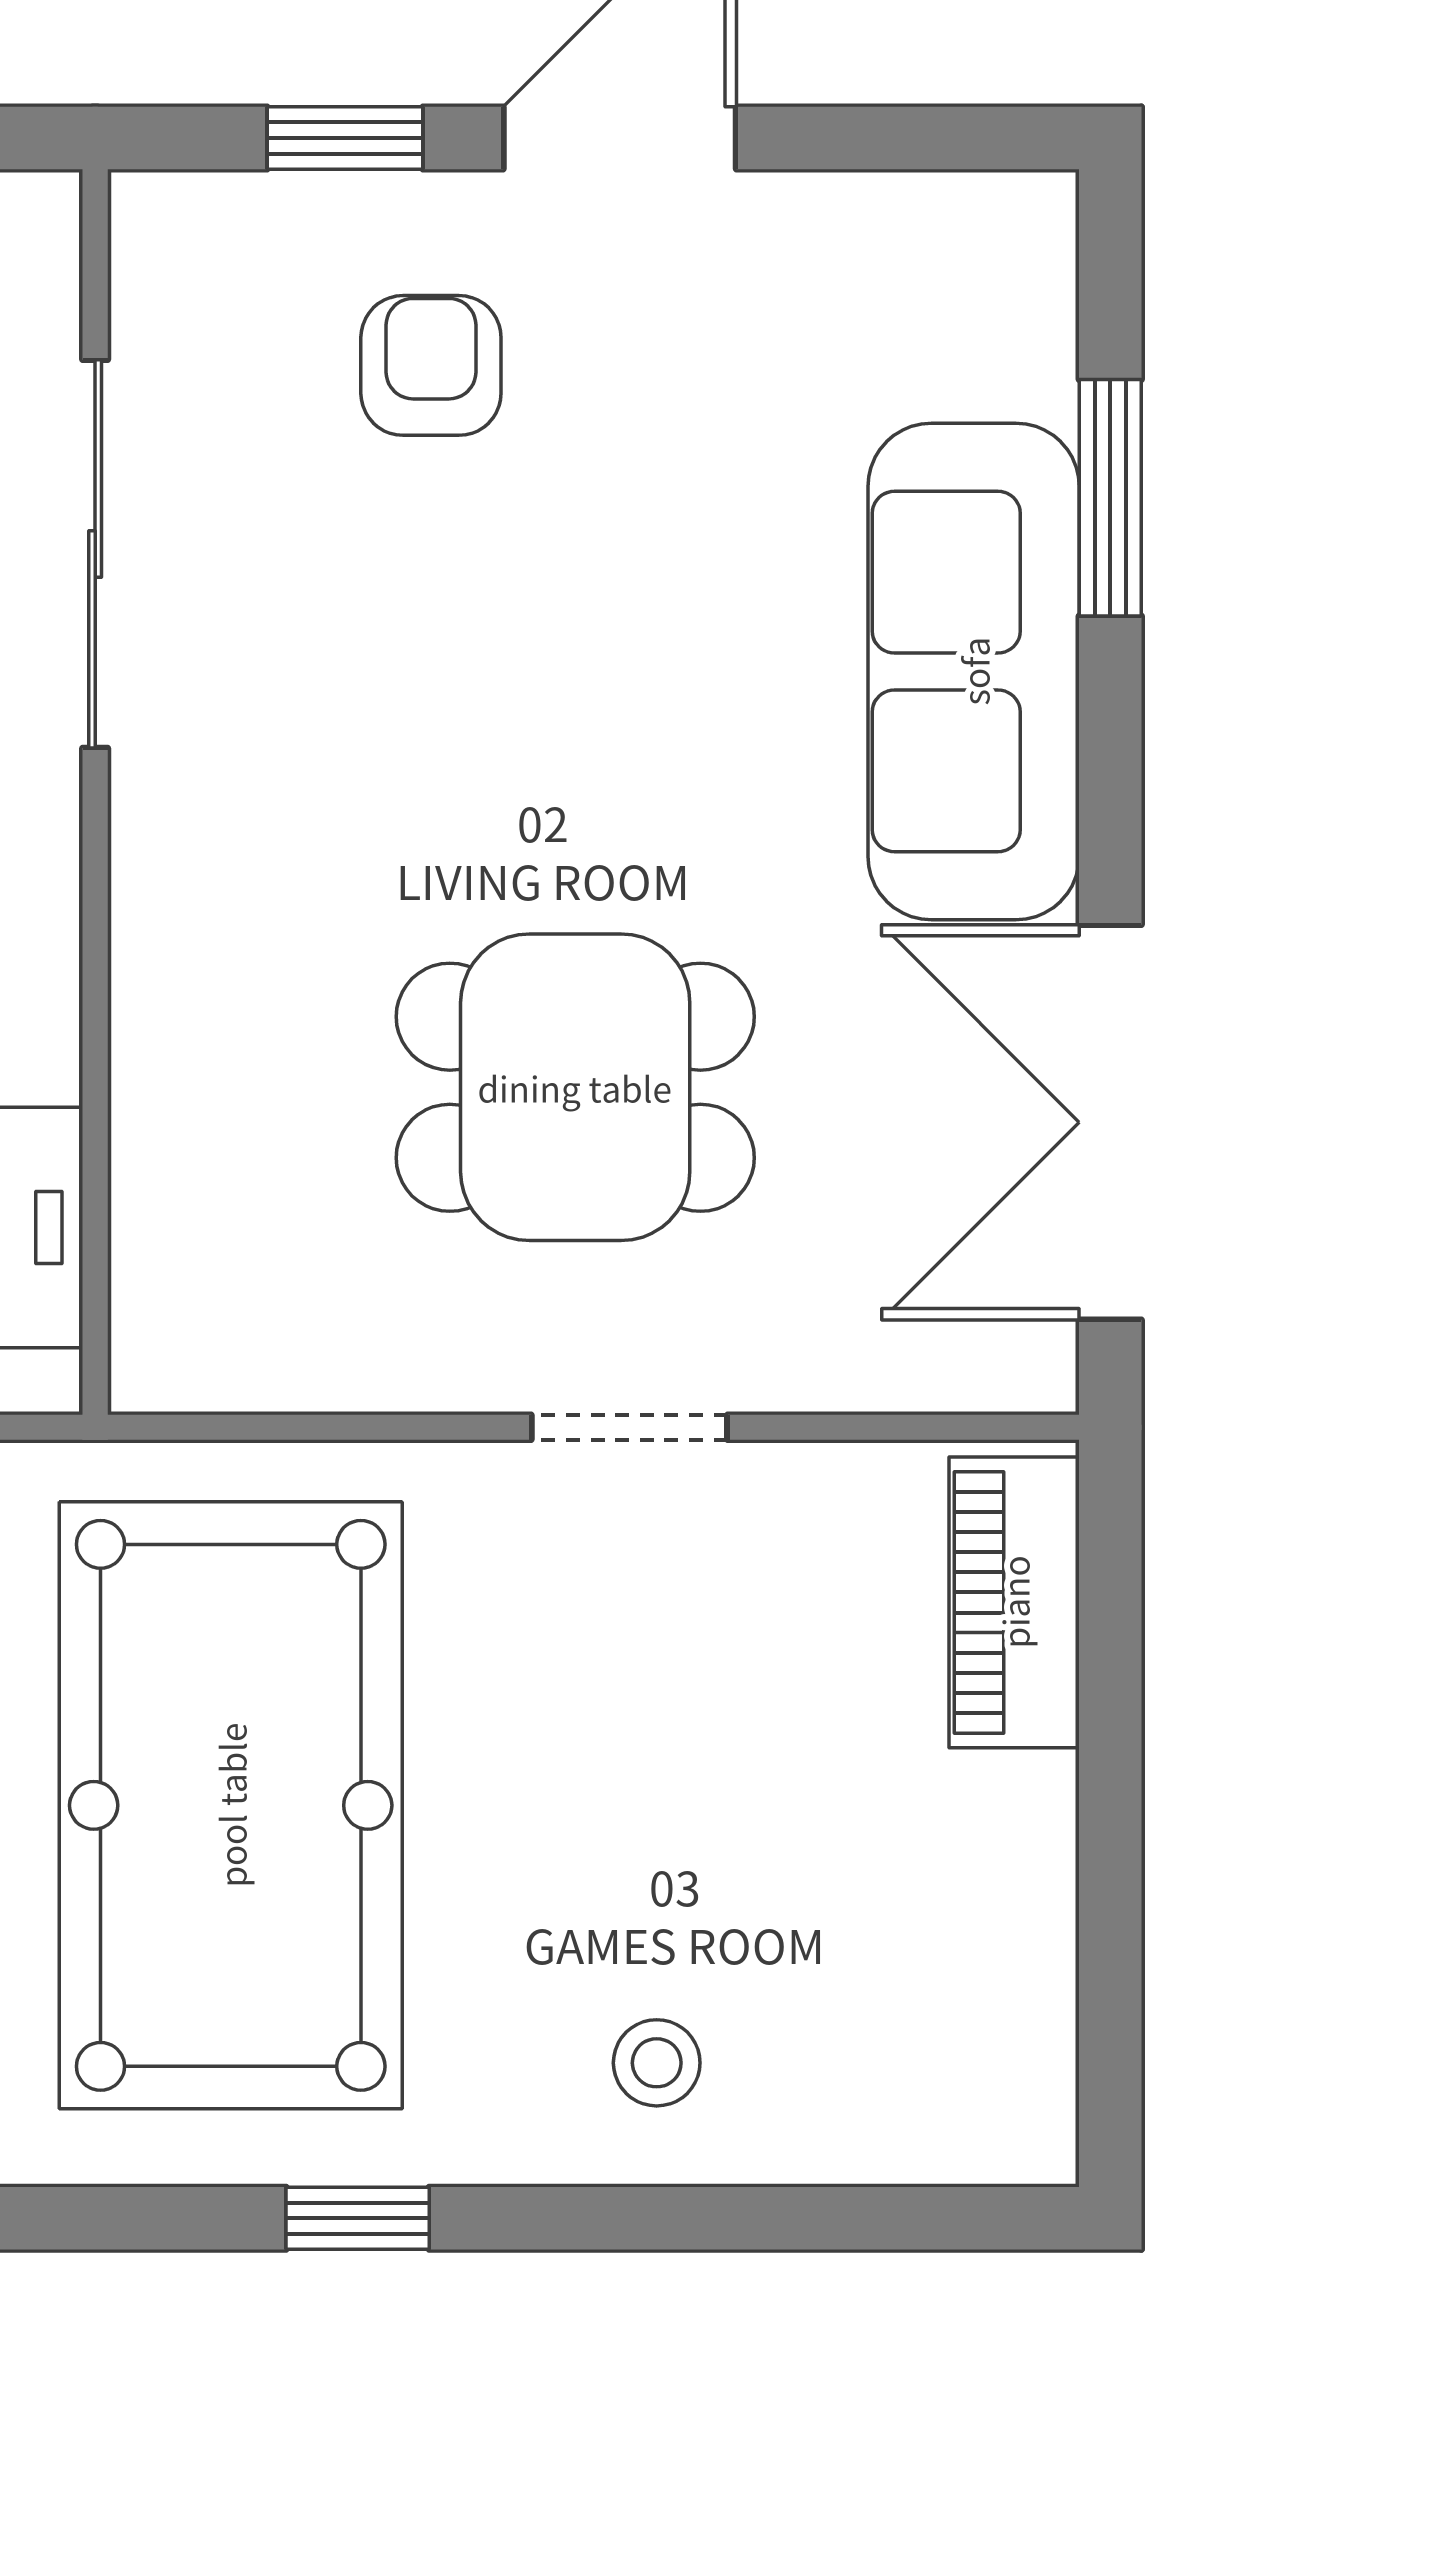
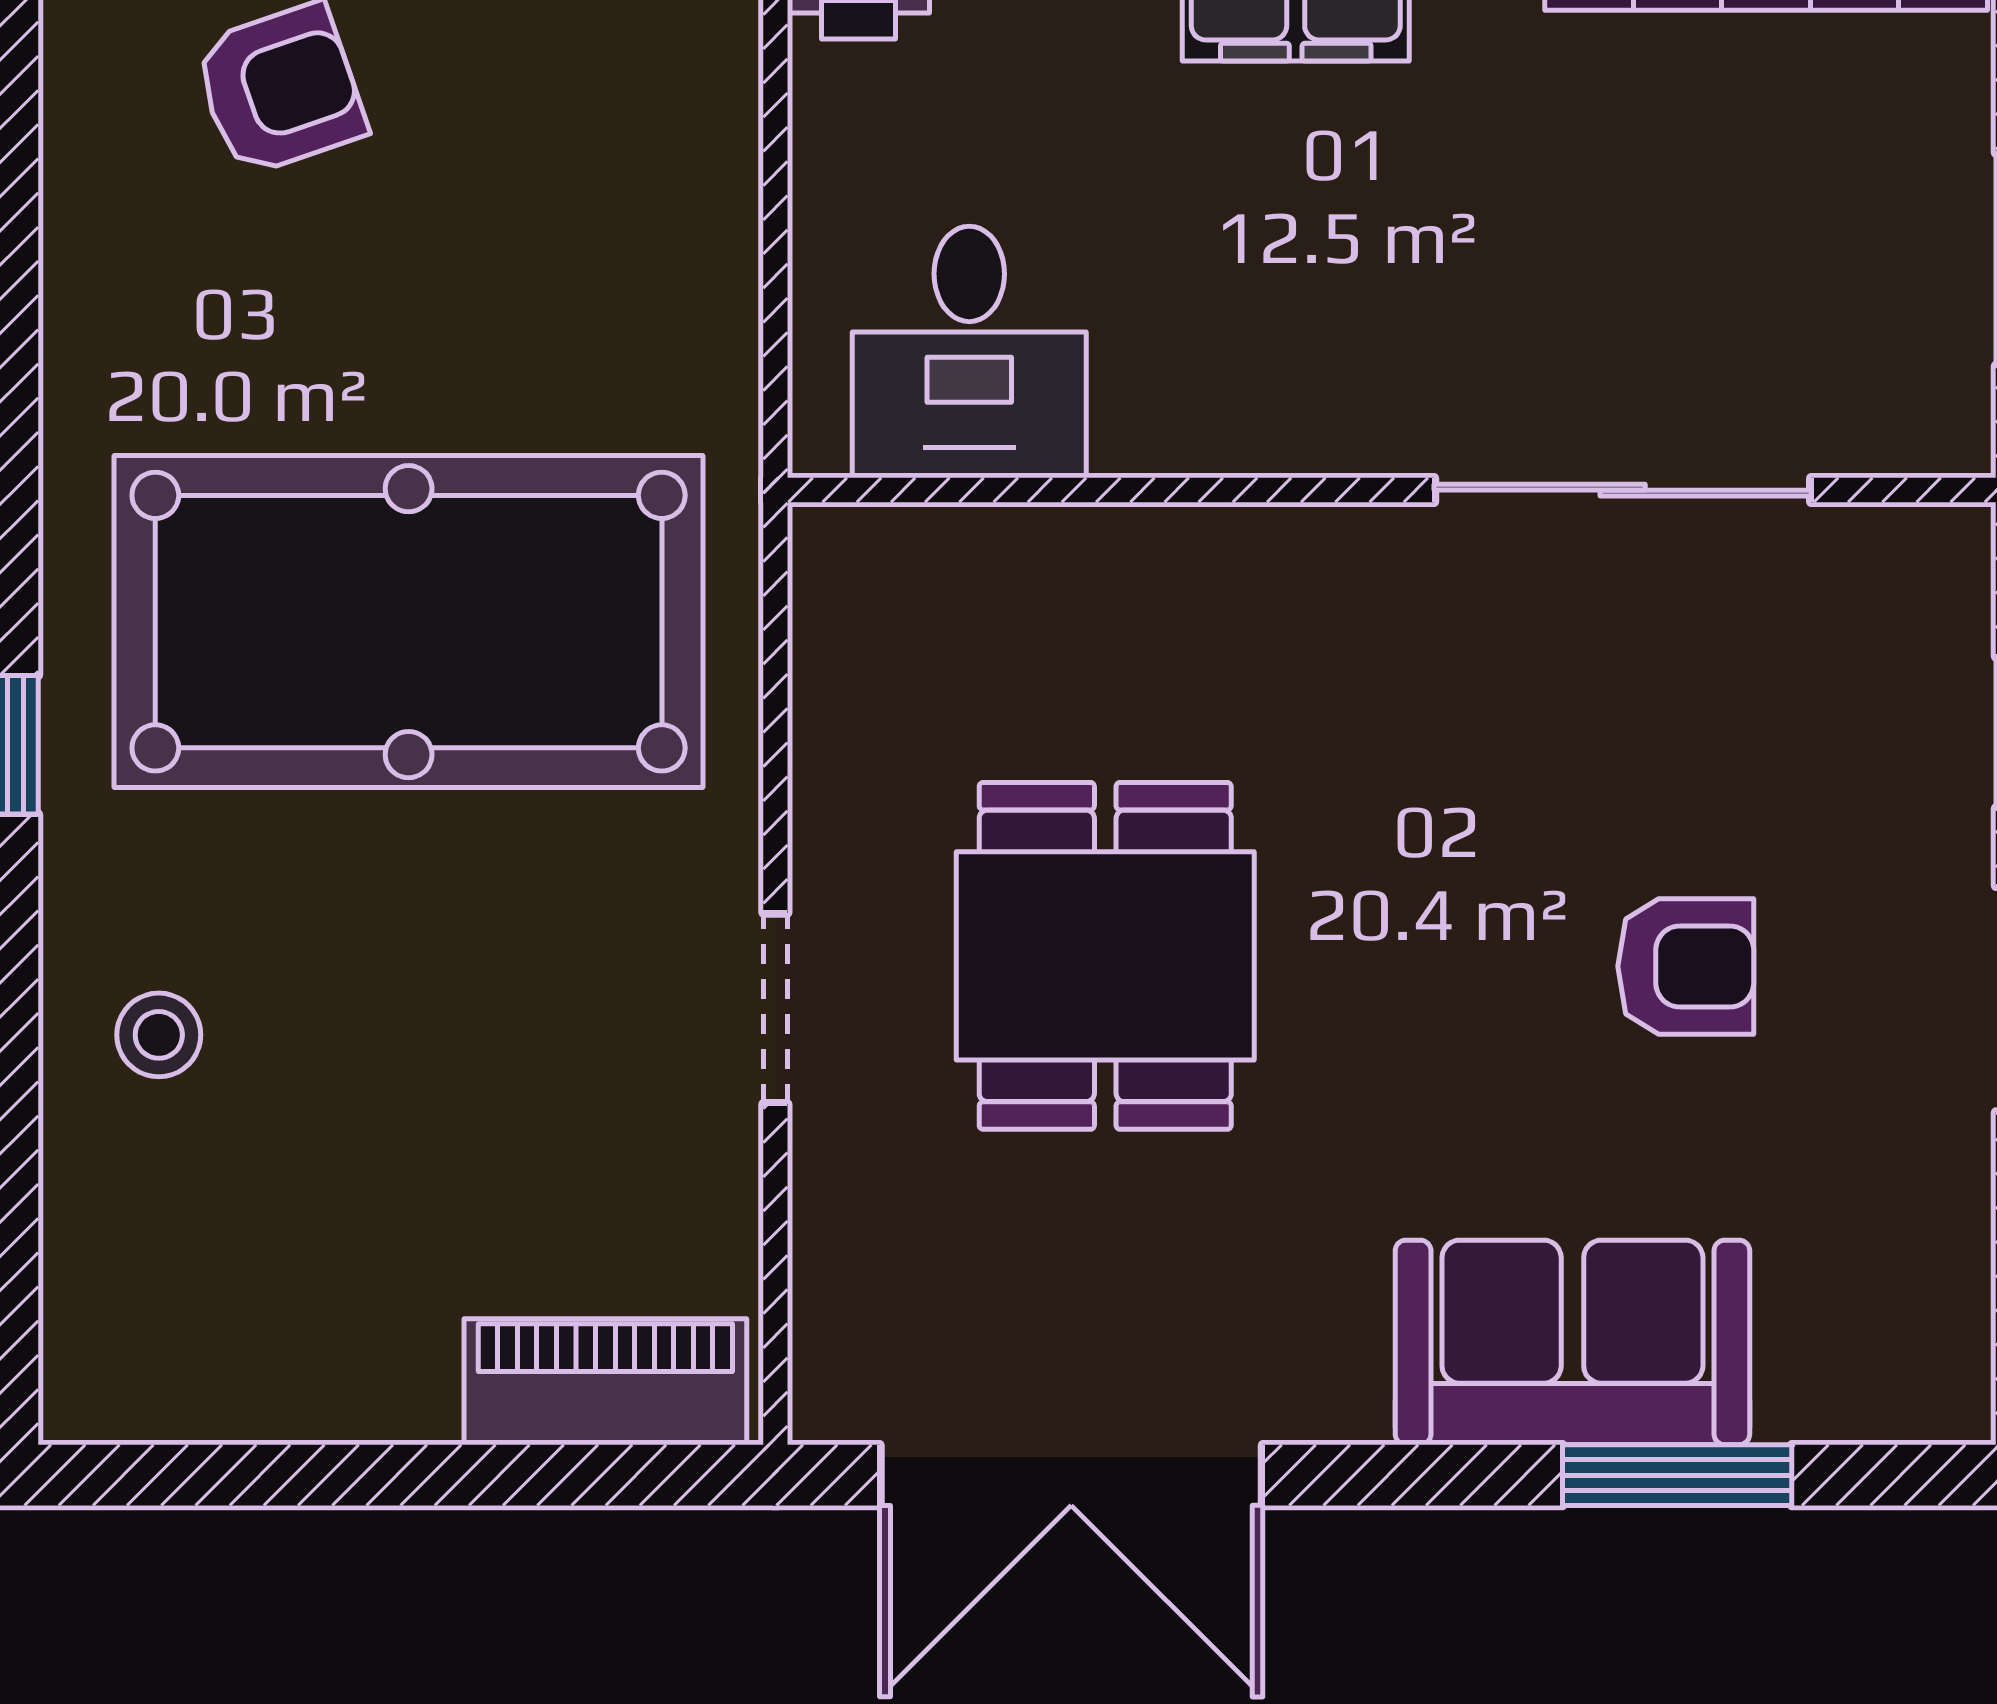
armchair: (431, 365) -> (1686, 966), moved
sofa: (974, 671) -> (1572, 1342), width x0.73
double door: (1110, 1122) -> (1071, 1475), swing flipped

